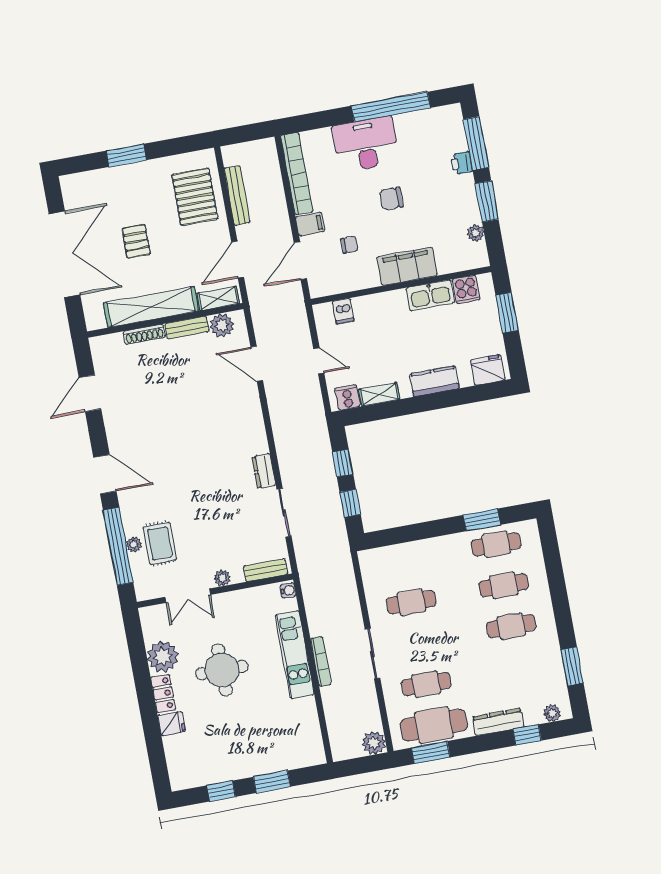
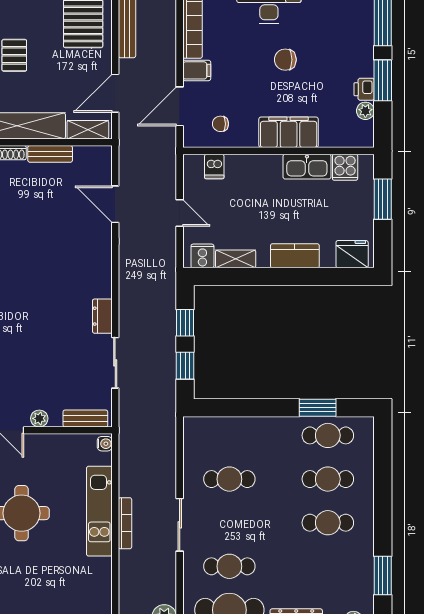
printer: (461, 163) -> (364, 89), moved
chair: (350, 245) -> (220, 124), moved, turned 180
plant: (222, 325) -> (87, 158), removed

